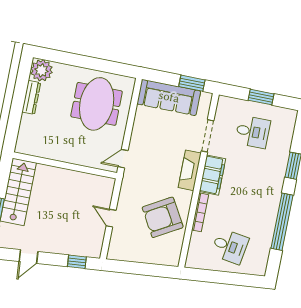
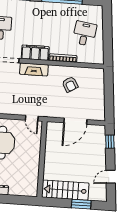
armchair: (163, 217) -> (70, 84), width x0.53, depth x0.53
door: (111, 218) -> (75, 121), width x1.88
door: (28, 256) -> (111, 177), swing flipped

